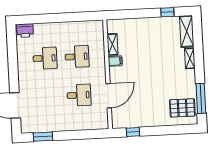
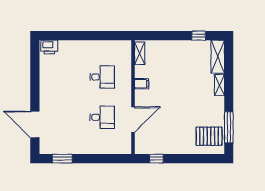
shelving: (112, 44) -> (140, 53), moved
desk: (45, 58) -> (69, 77), removed

